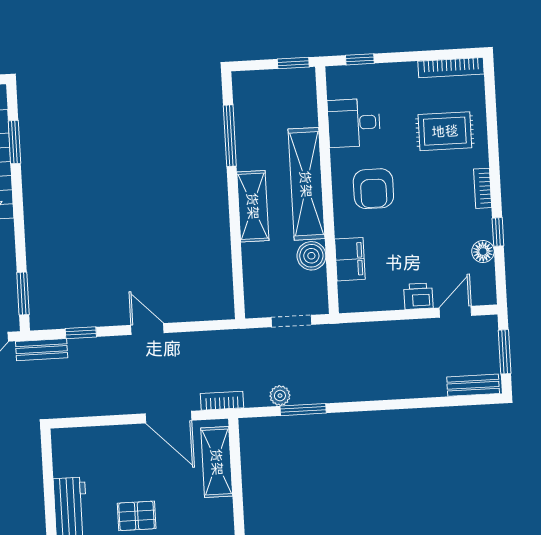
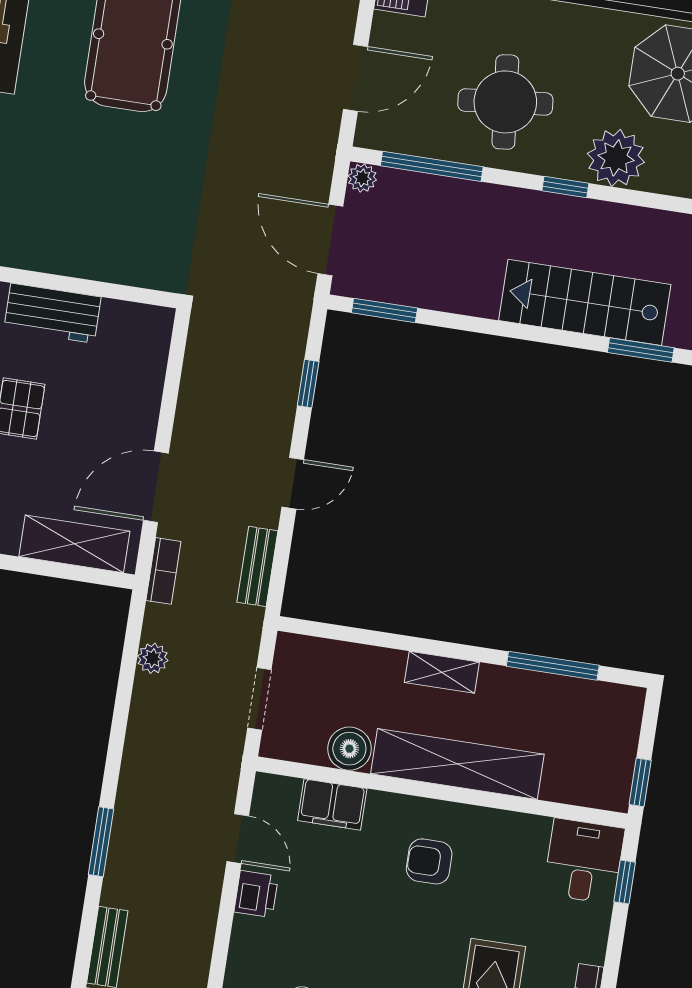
desk: (354, 123) -> (584, 861), moved
window: (14, 142) -> (641, 350), moved
armchair: (373, 189) -> (429, 861), width x0.72, depth x0.72
shelving: (253, 206) -> (442, 672), width x0.67, depth x0.75
door: (455, 312) -> (238, 839), moved
bench: (42, 350) -> (257, 566), moved
window: (303, 410) -> (101, 842), moved

